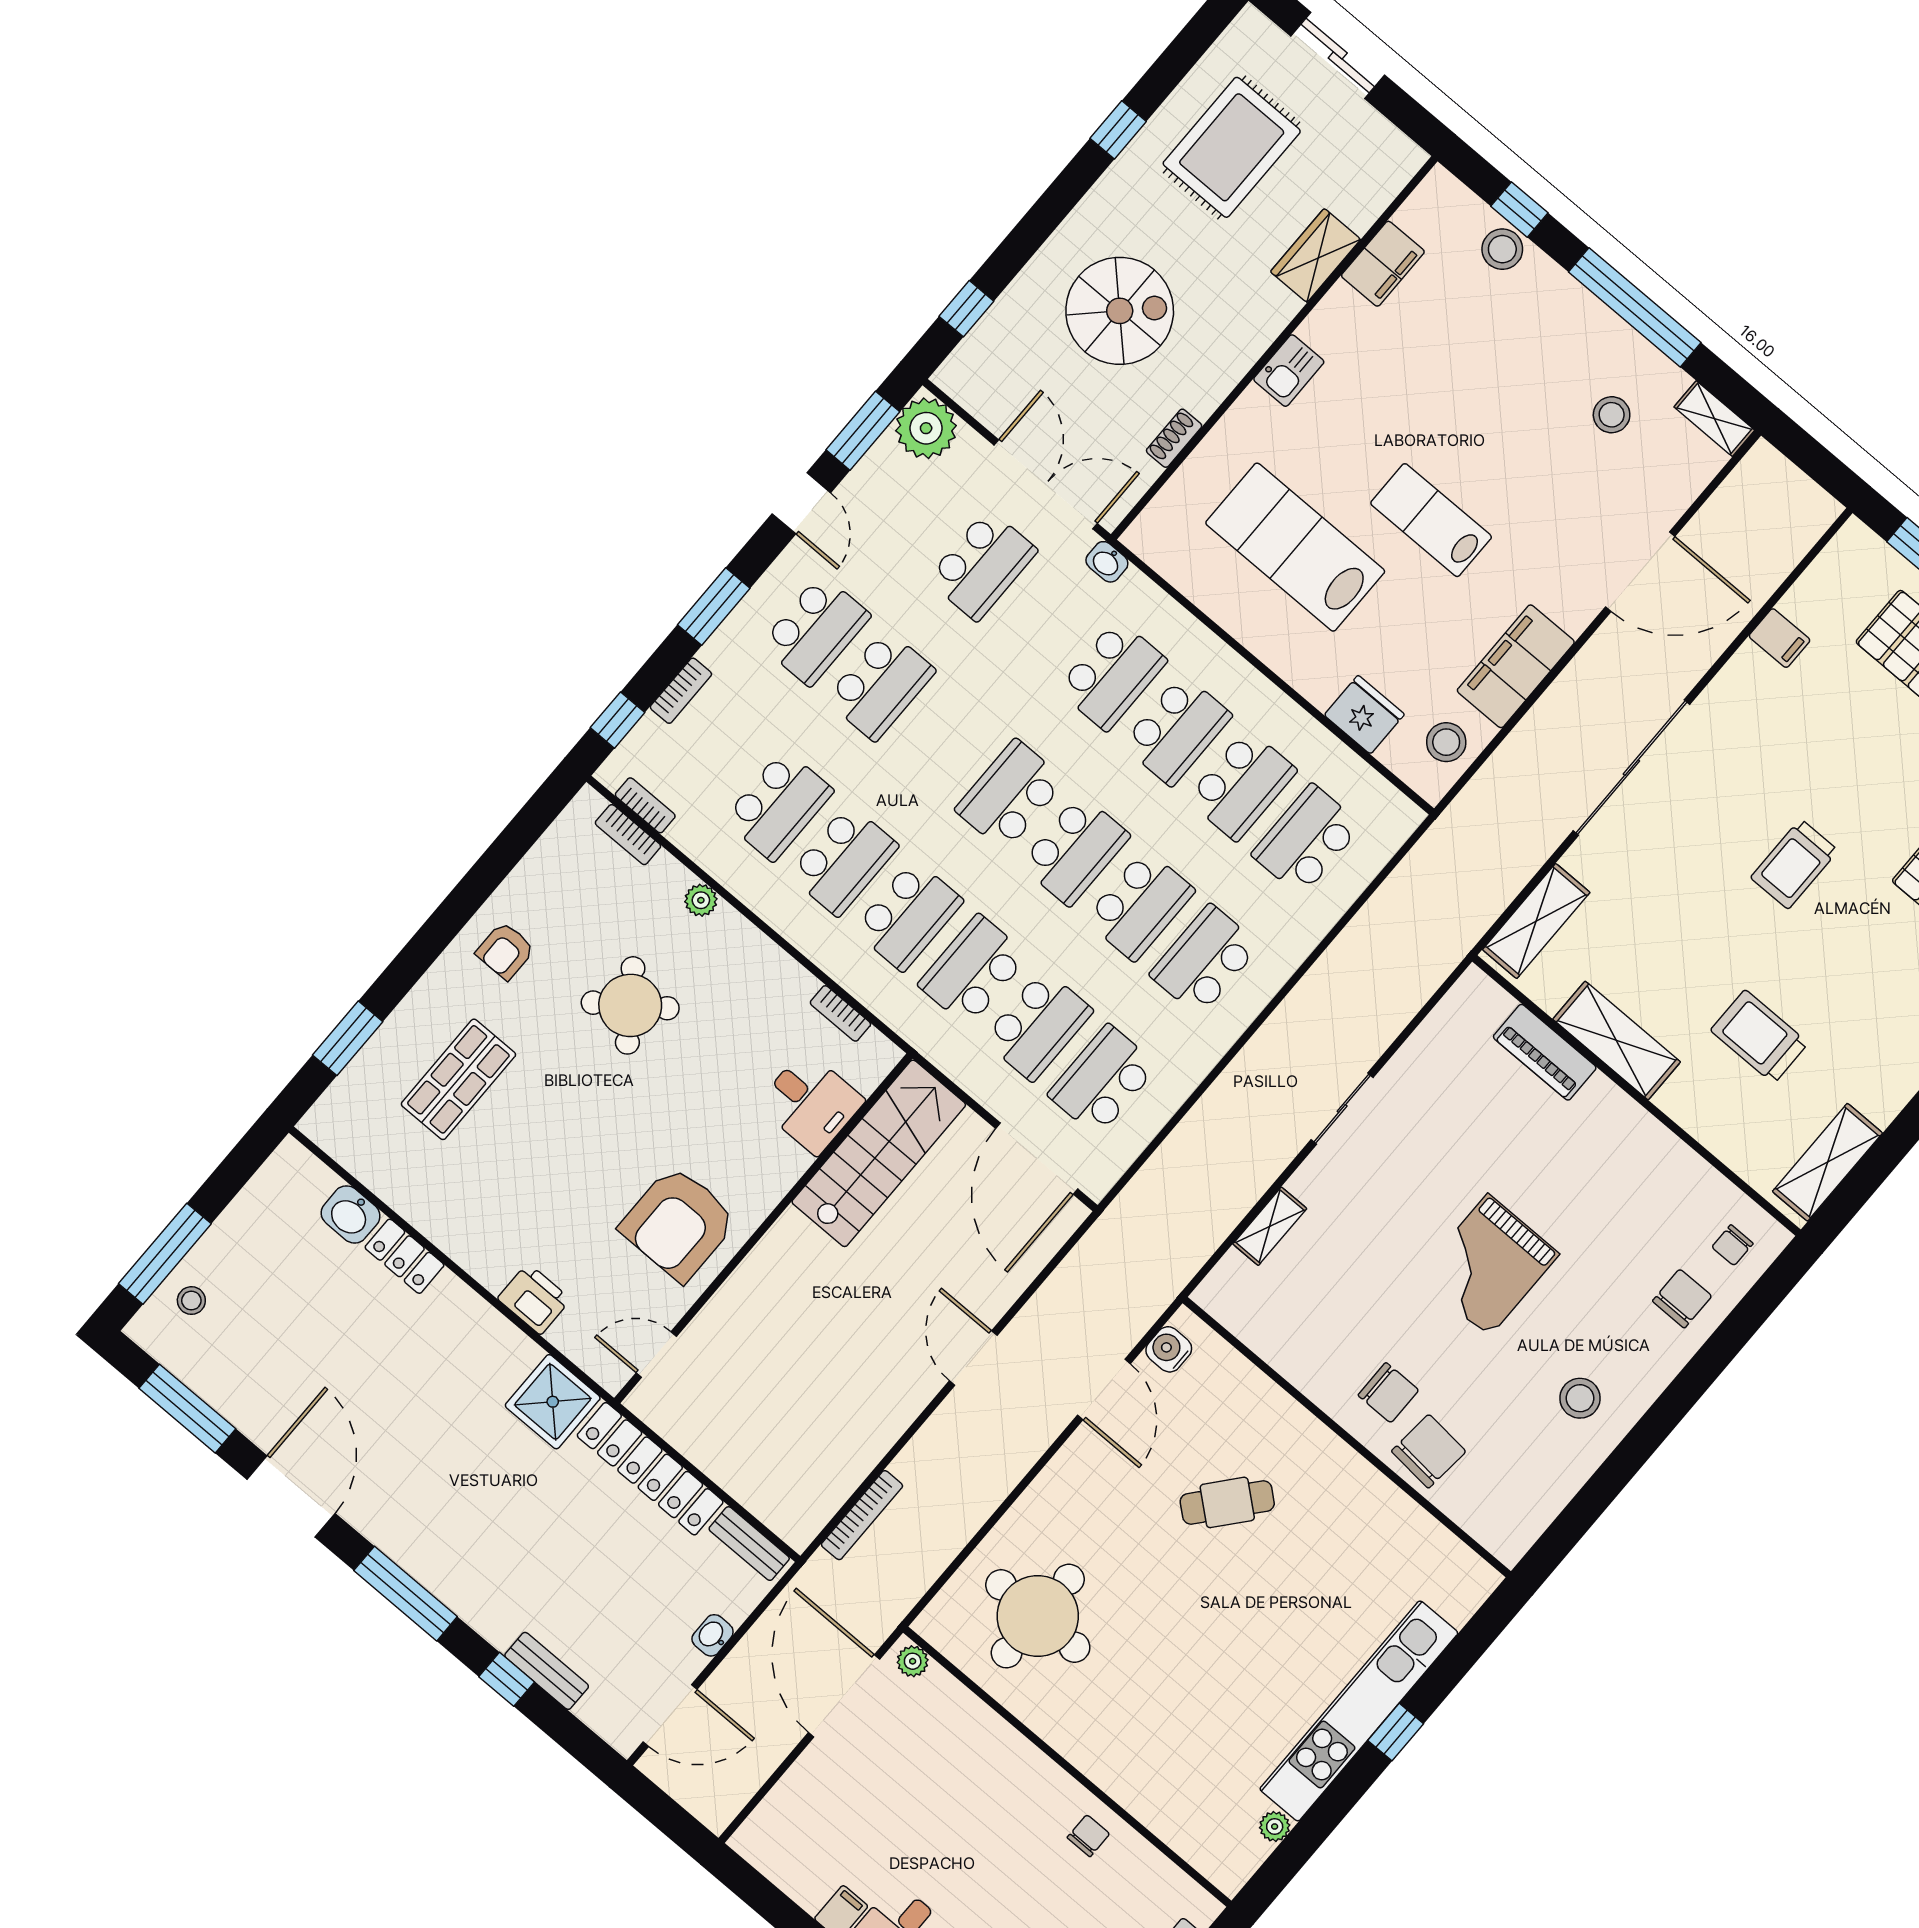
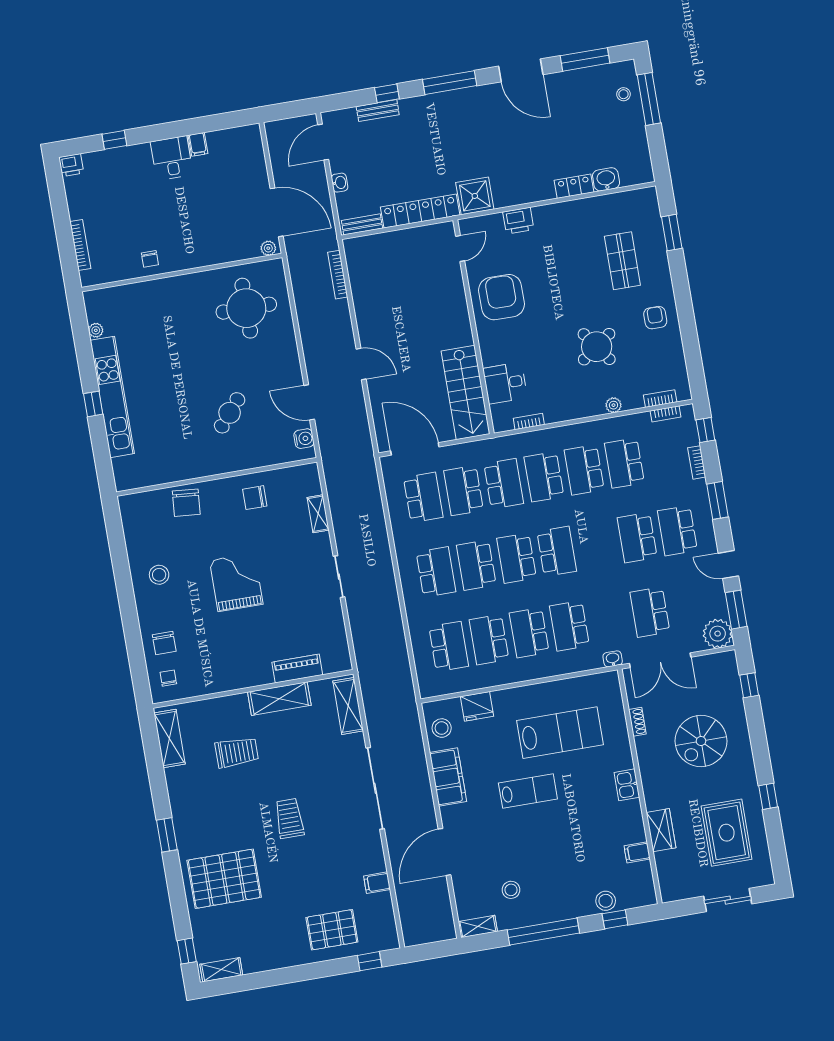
filing cabinet: (1383, 264) -> (637, 852), width x0.50
chair: (1388, 1393) -> (255, 498), moved

